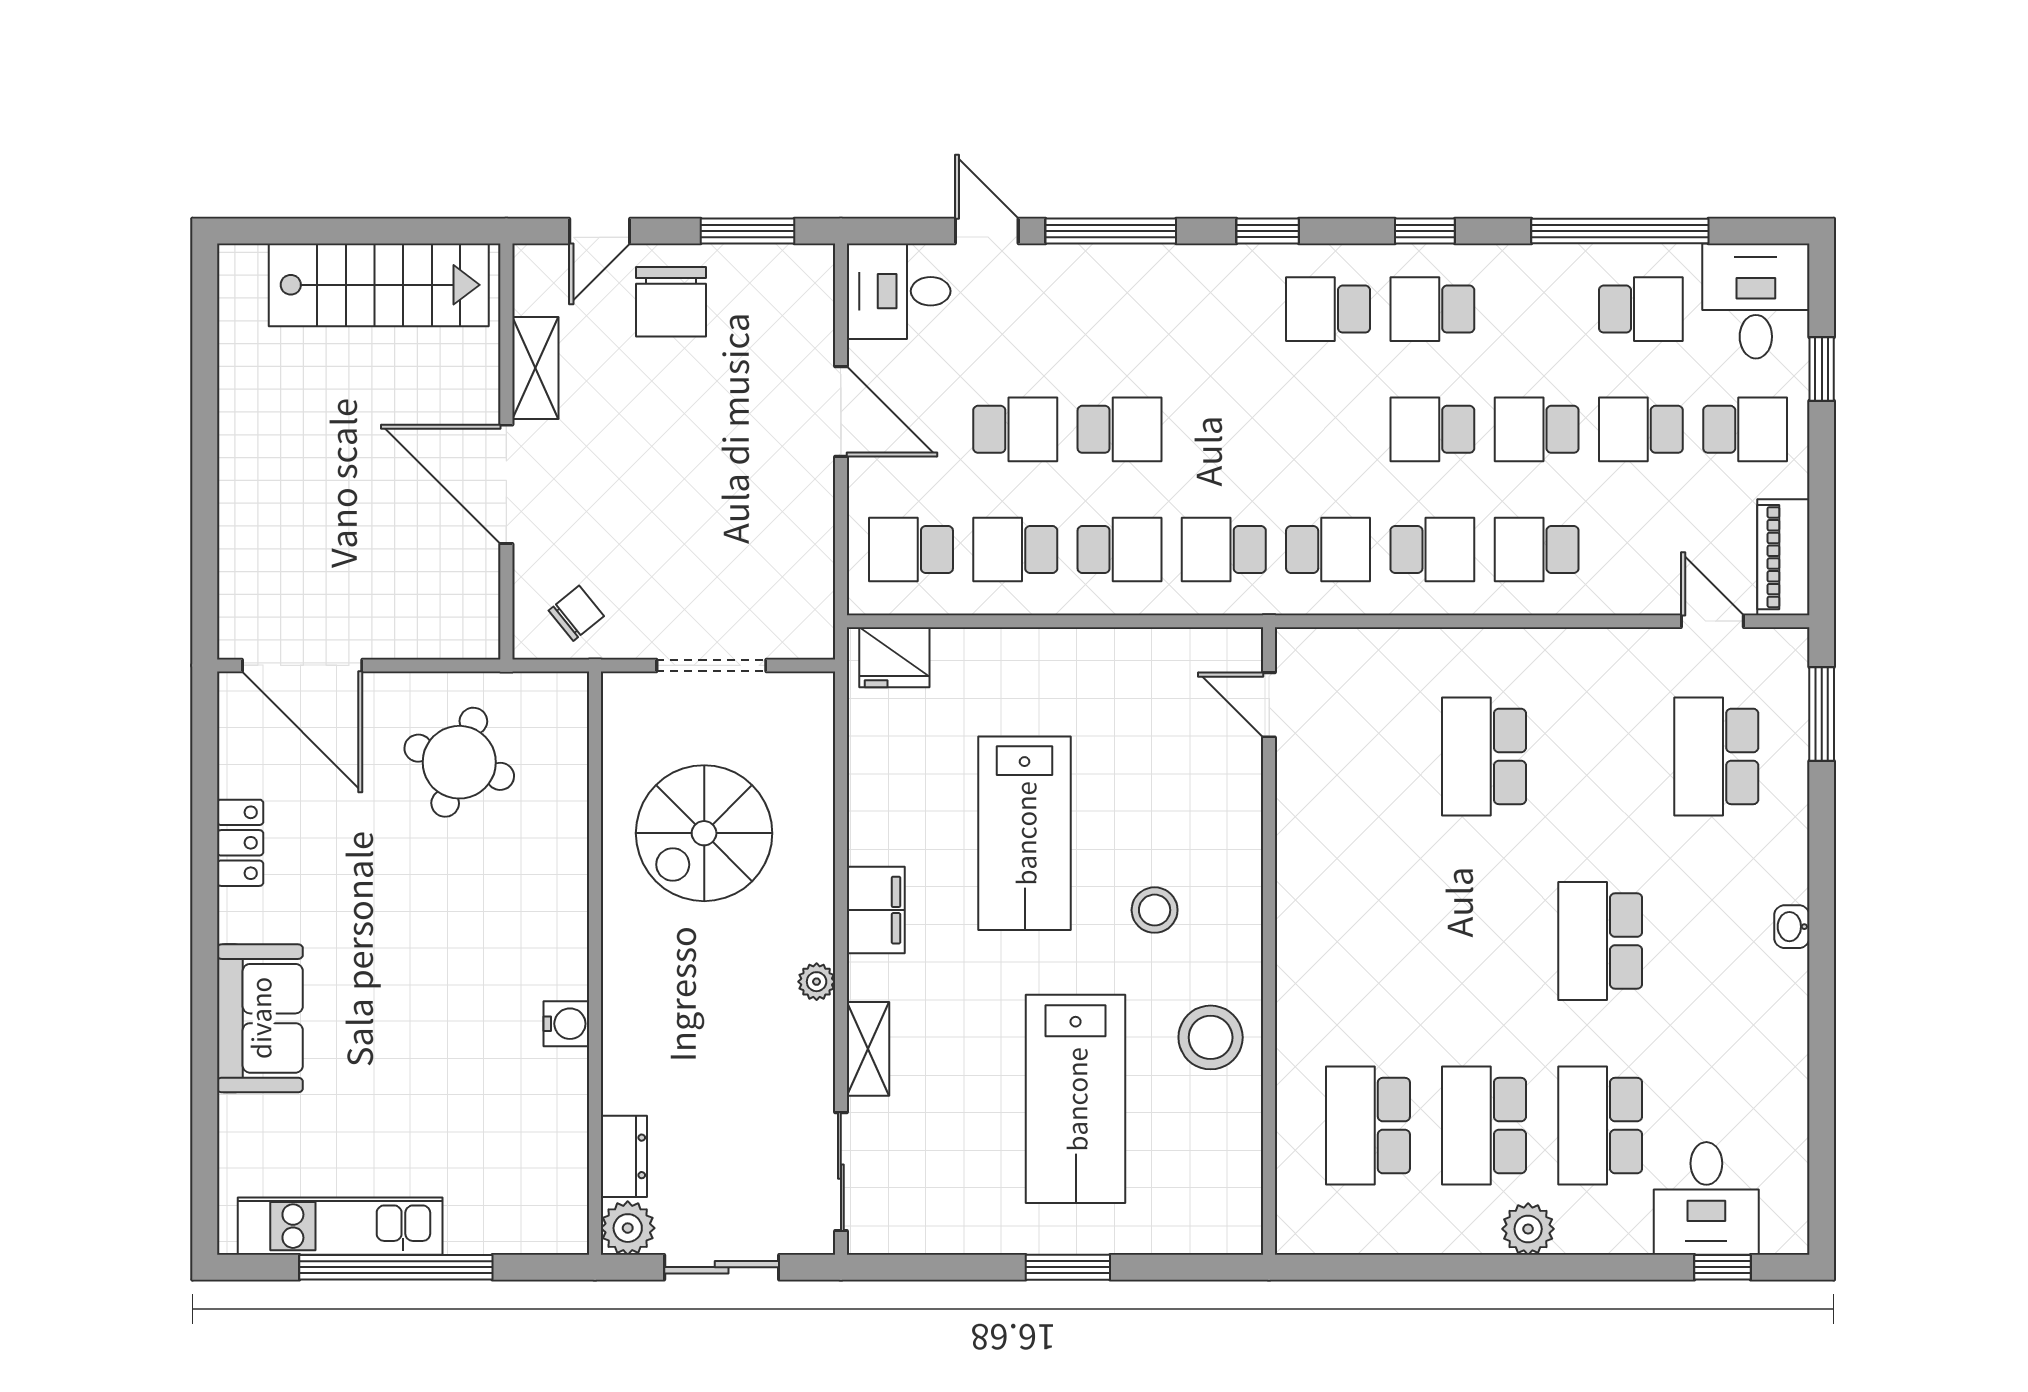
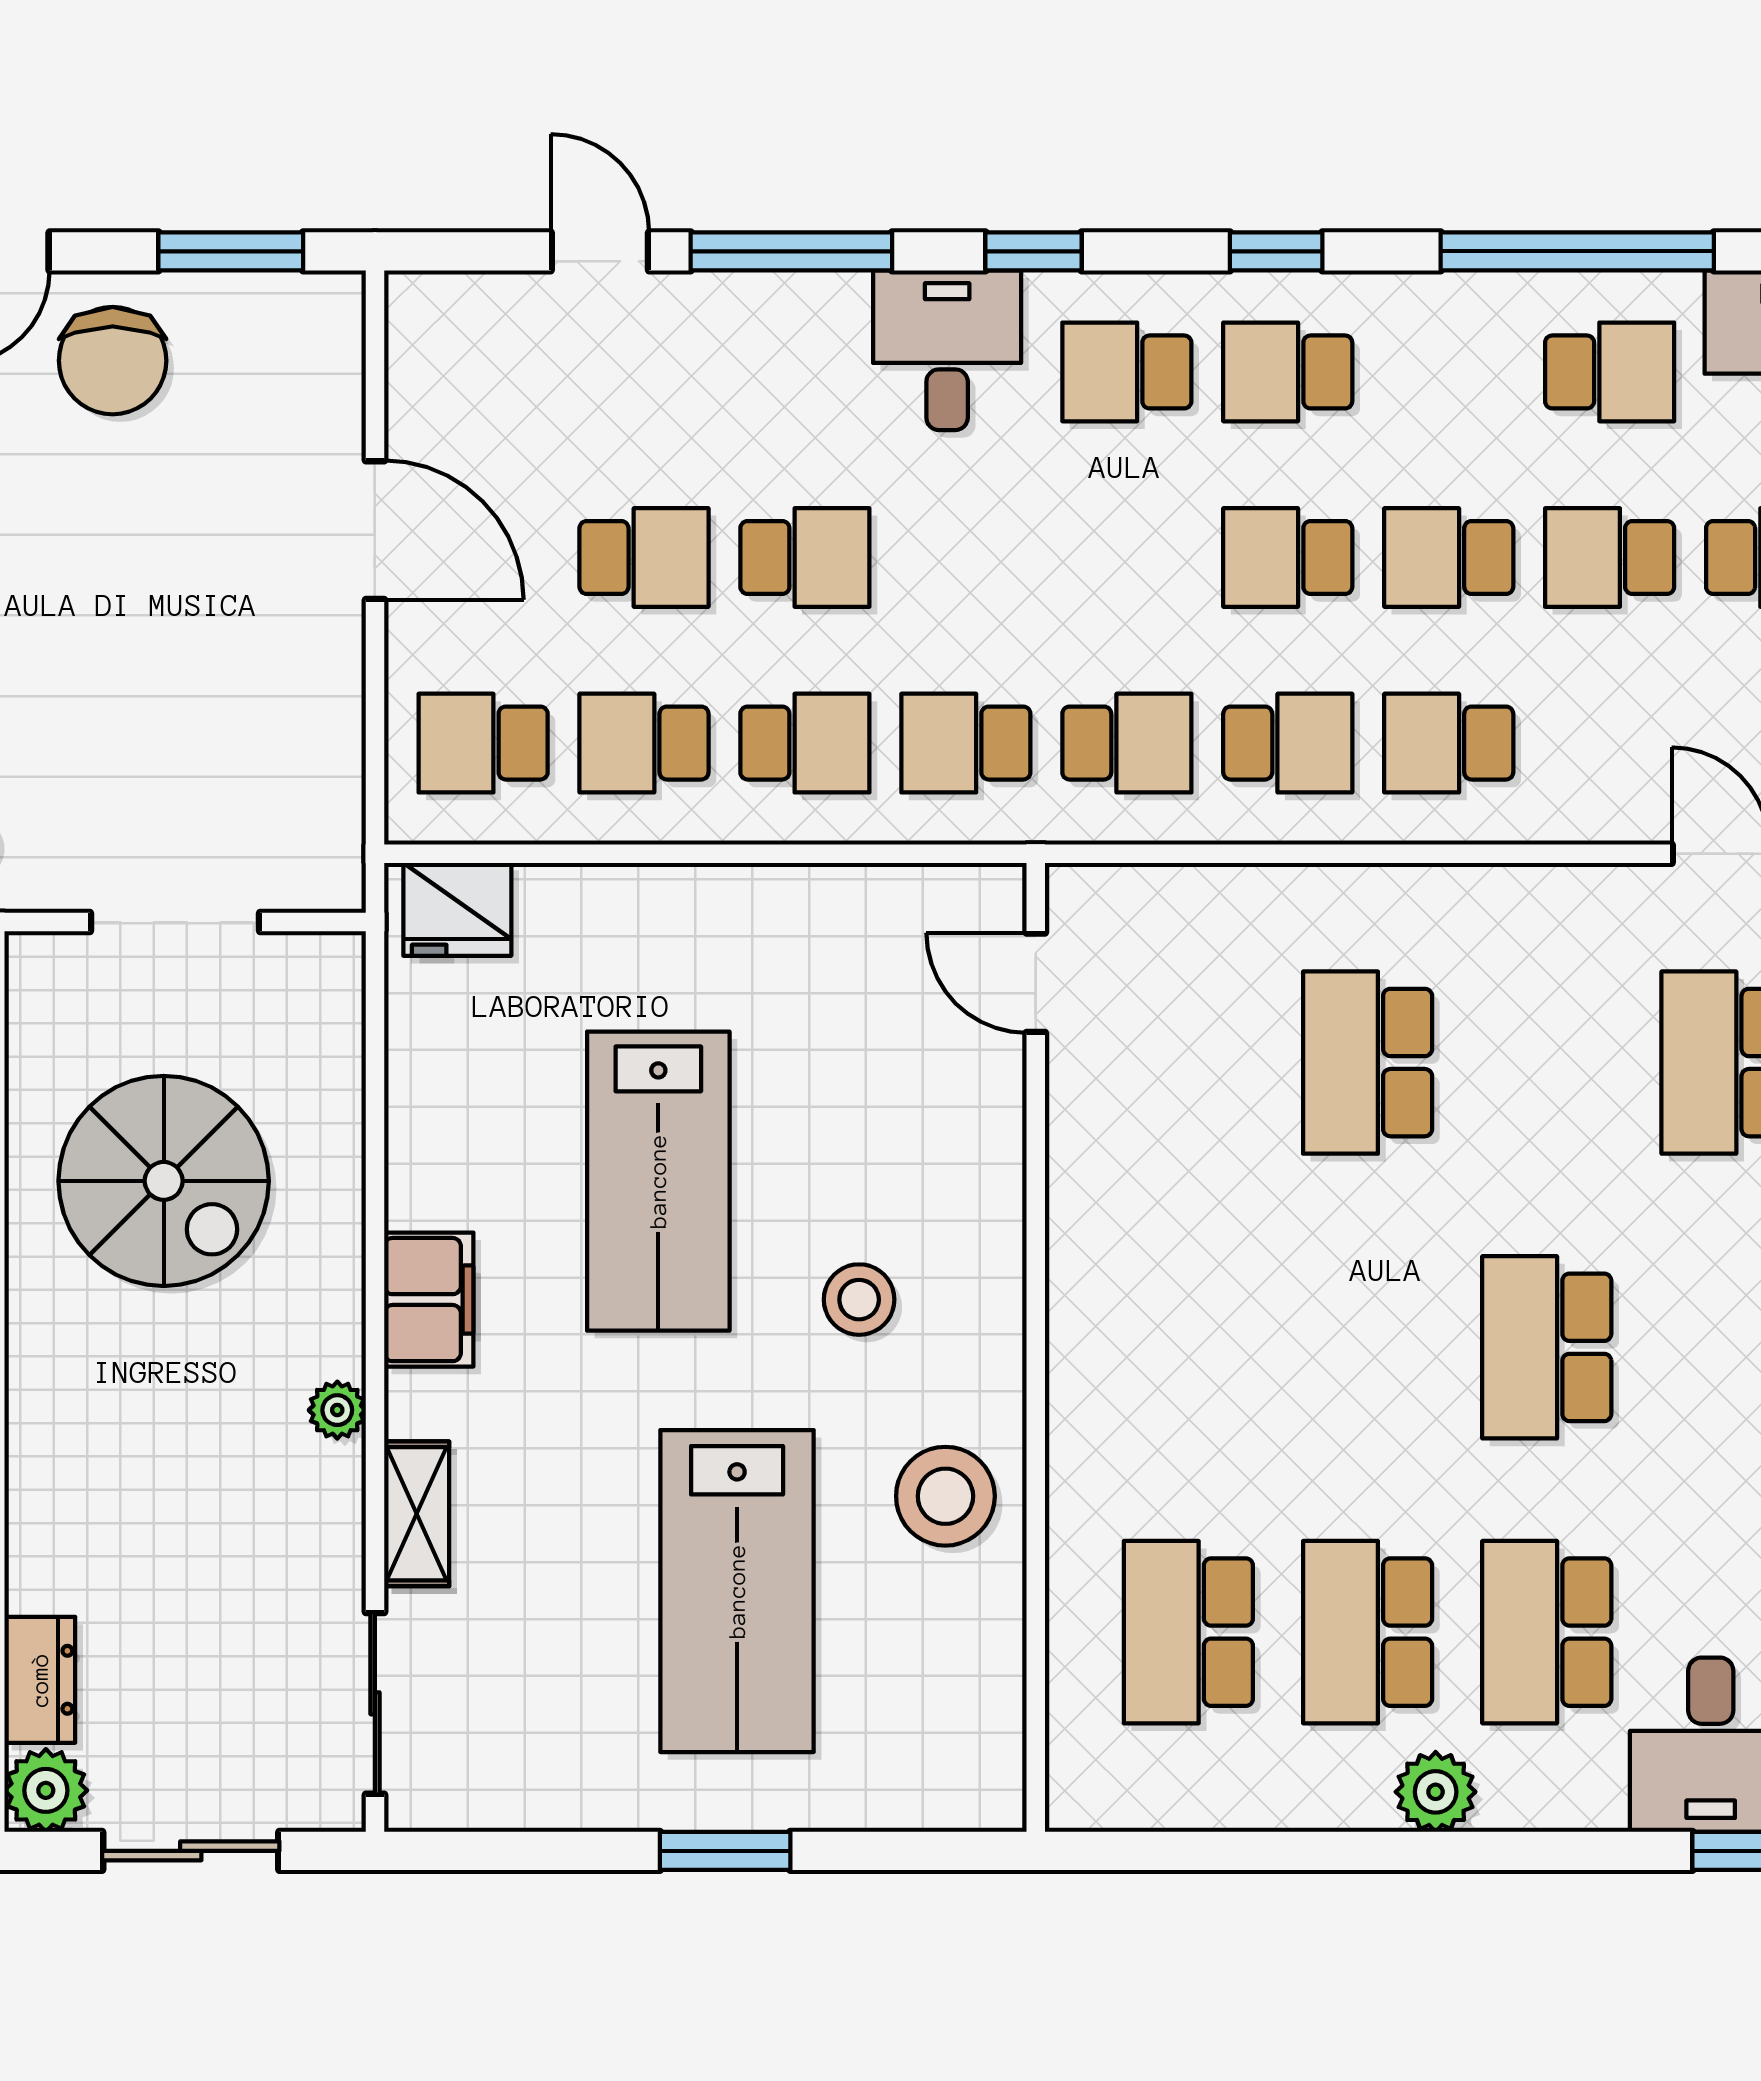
desk: (899, 291) -> (947, 350), moved, turned 90
spiral stairs: (704, 833) -> (164, 1181), turned -90

